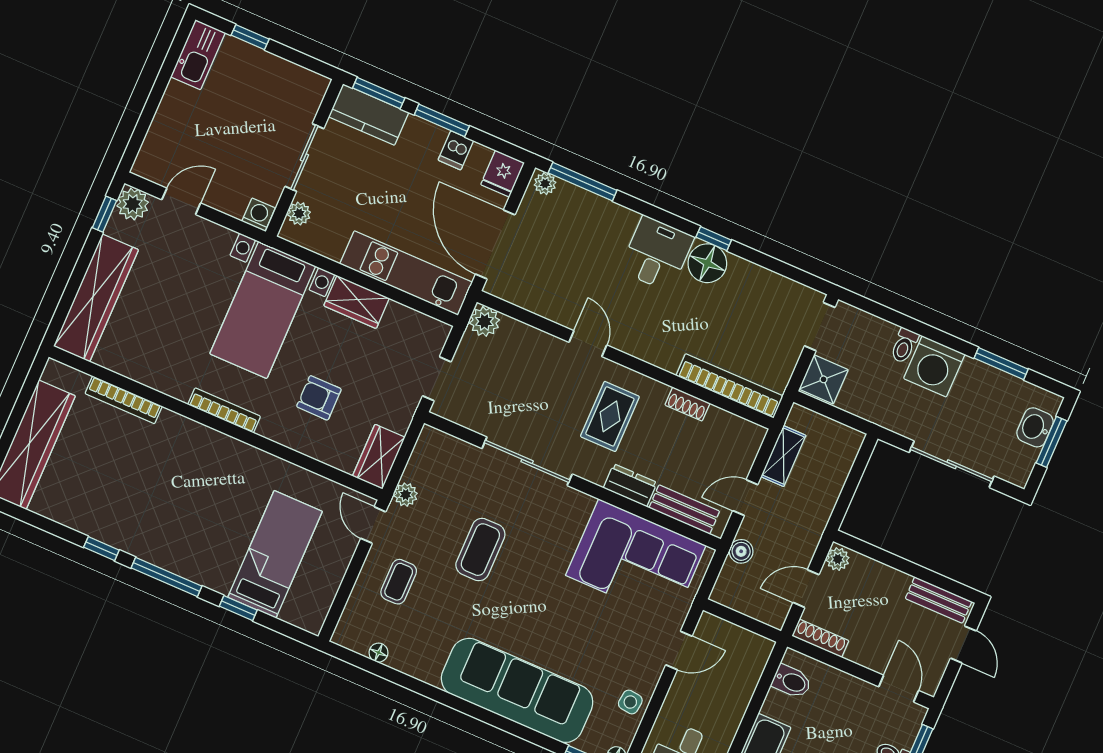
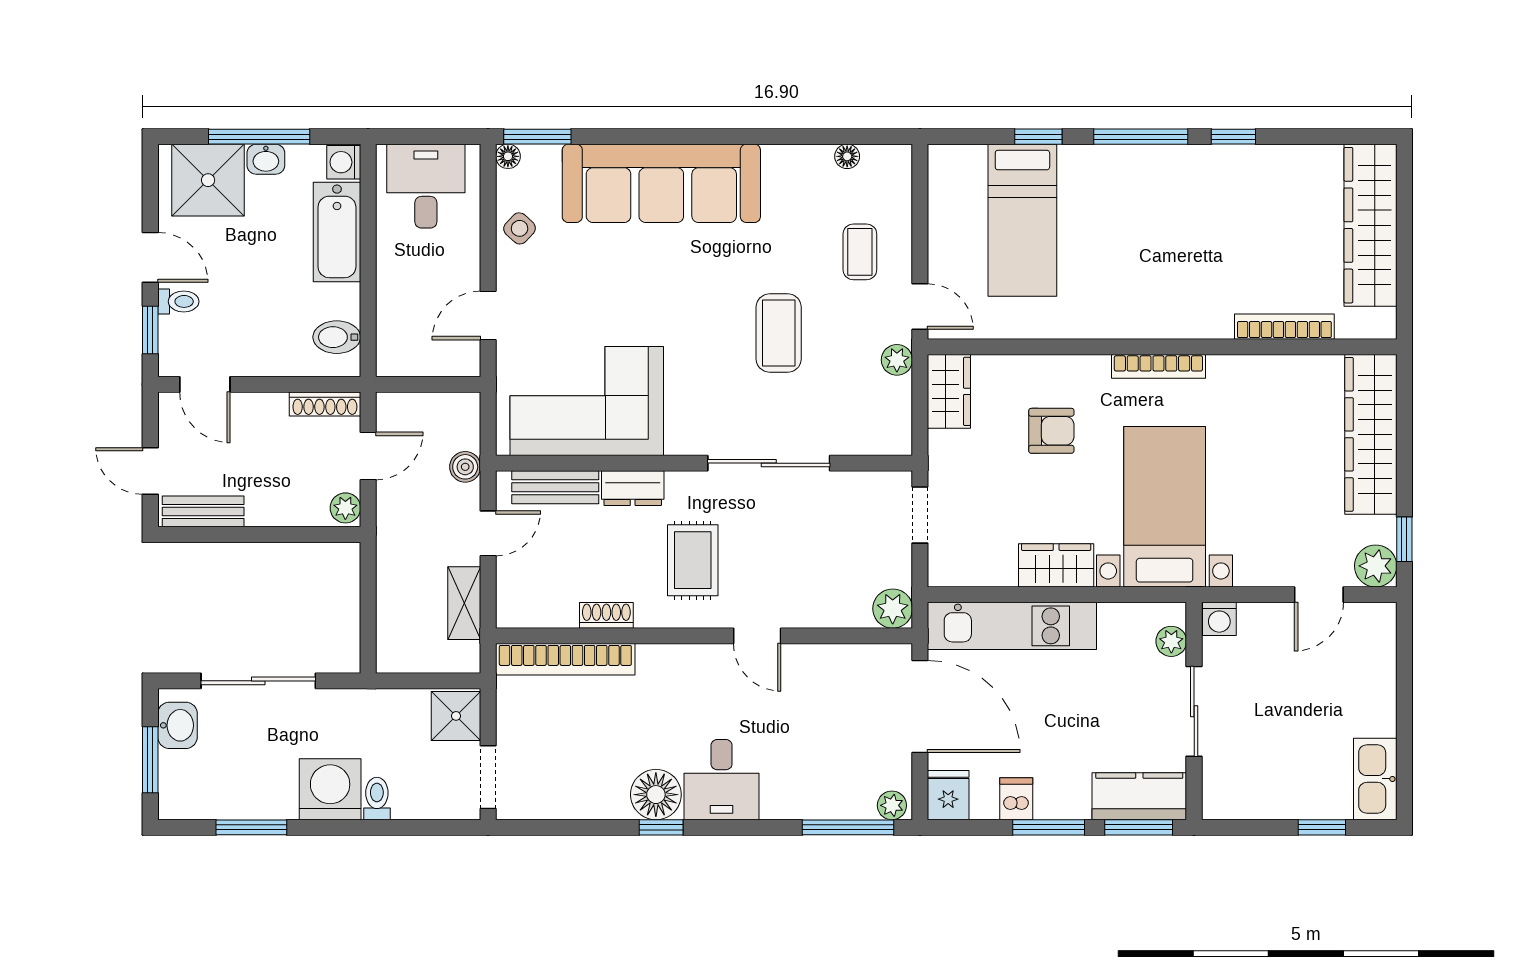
washbasin: (1035, 427) -> (178, 725), moved
side table: (630, 702) -> (520, 228), turned 36

